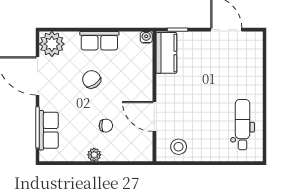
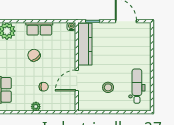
kitchen counter: (166, 53) -> (85, 44), width x1.50
door: (154, 116) -> (77, 80), hinge flipped
stool: (179, 147) -> (108, 87), moved

